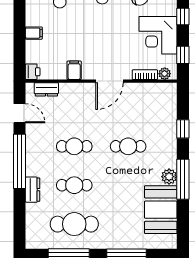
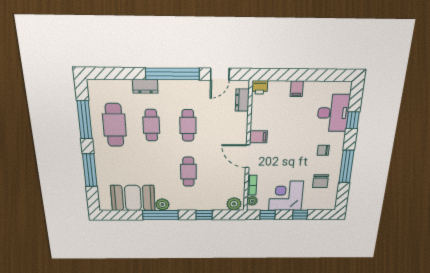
filing cabinet: (74, 70) -> (258, 137), moved
plant: (168, 94) -> (234, 204), added

